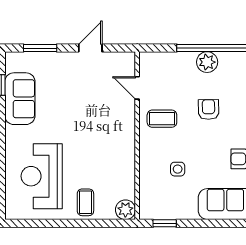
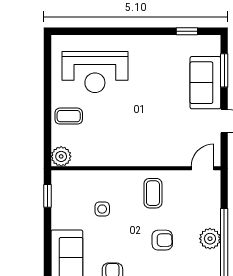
door: (137, 88) -> (203, 168), moved
sofa: (20, 99) -> (205, 83), moved, turned 90
reception desk: (42, 176) -> (95, 72), turned 180

